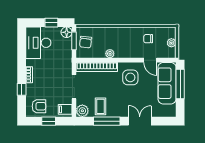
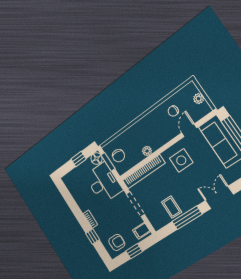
desk: (38, 43) -> (104, 183), moved, turned 180
door: (150, 60) -> (189, 130), swing flipped
plant: (82, 111) -> (158, 222), removed

